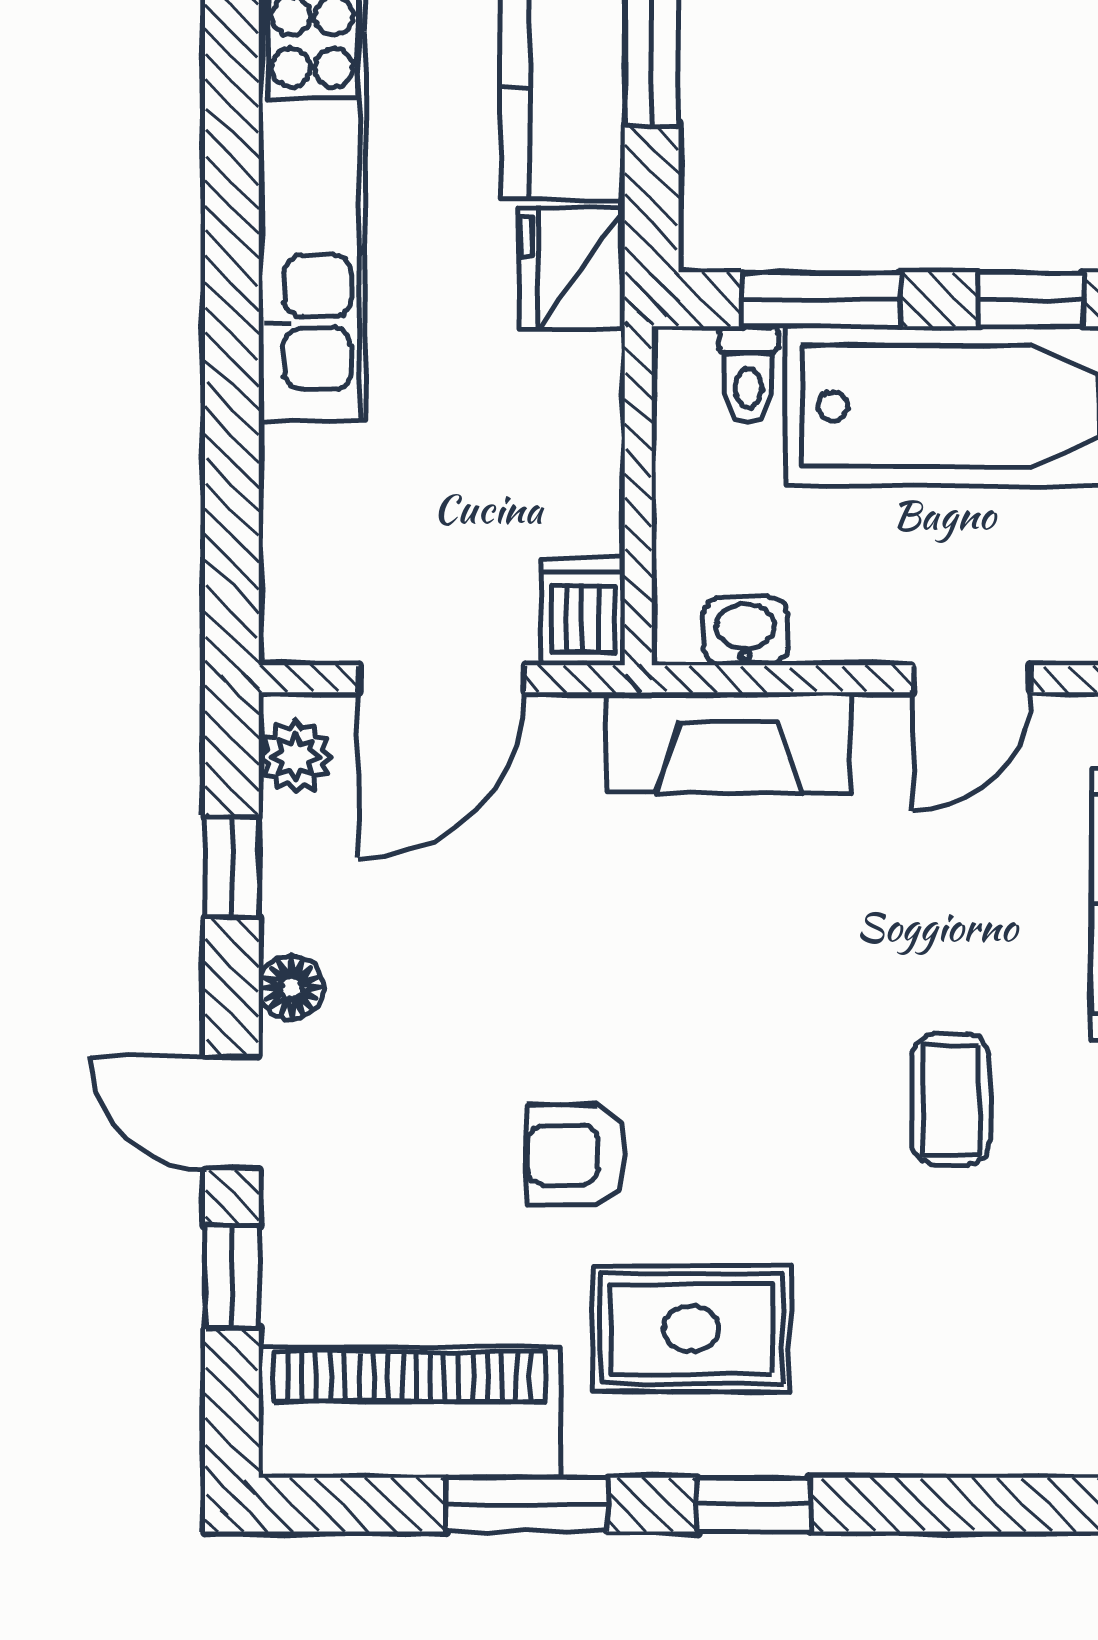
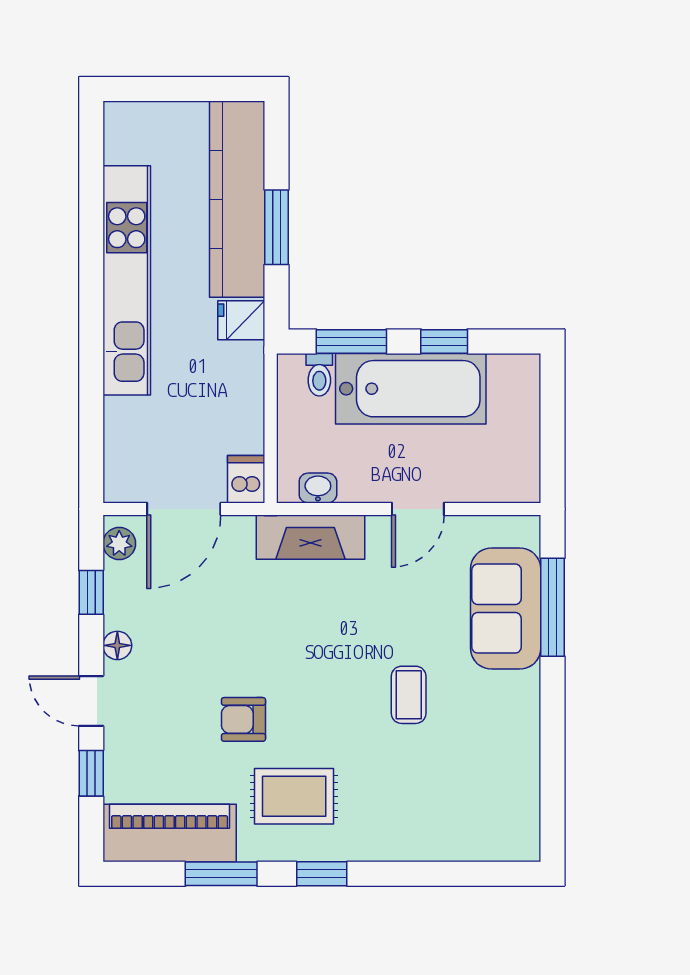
fridge: (572, 268) -> (241, 320), width x0.72

